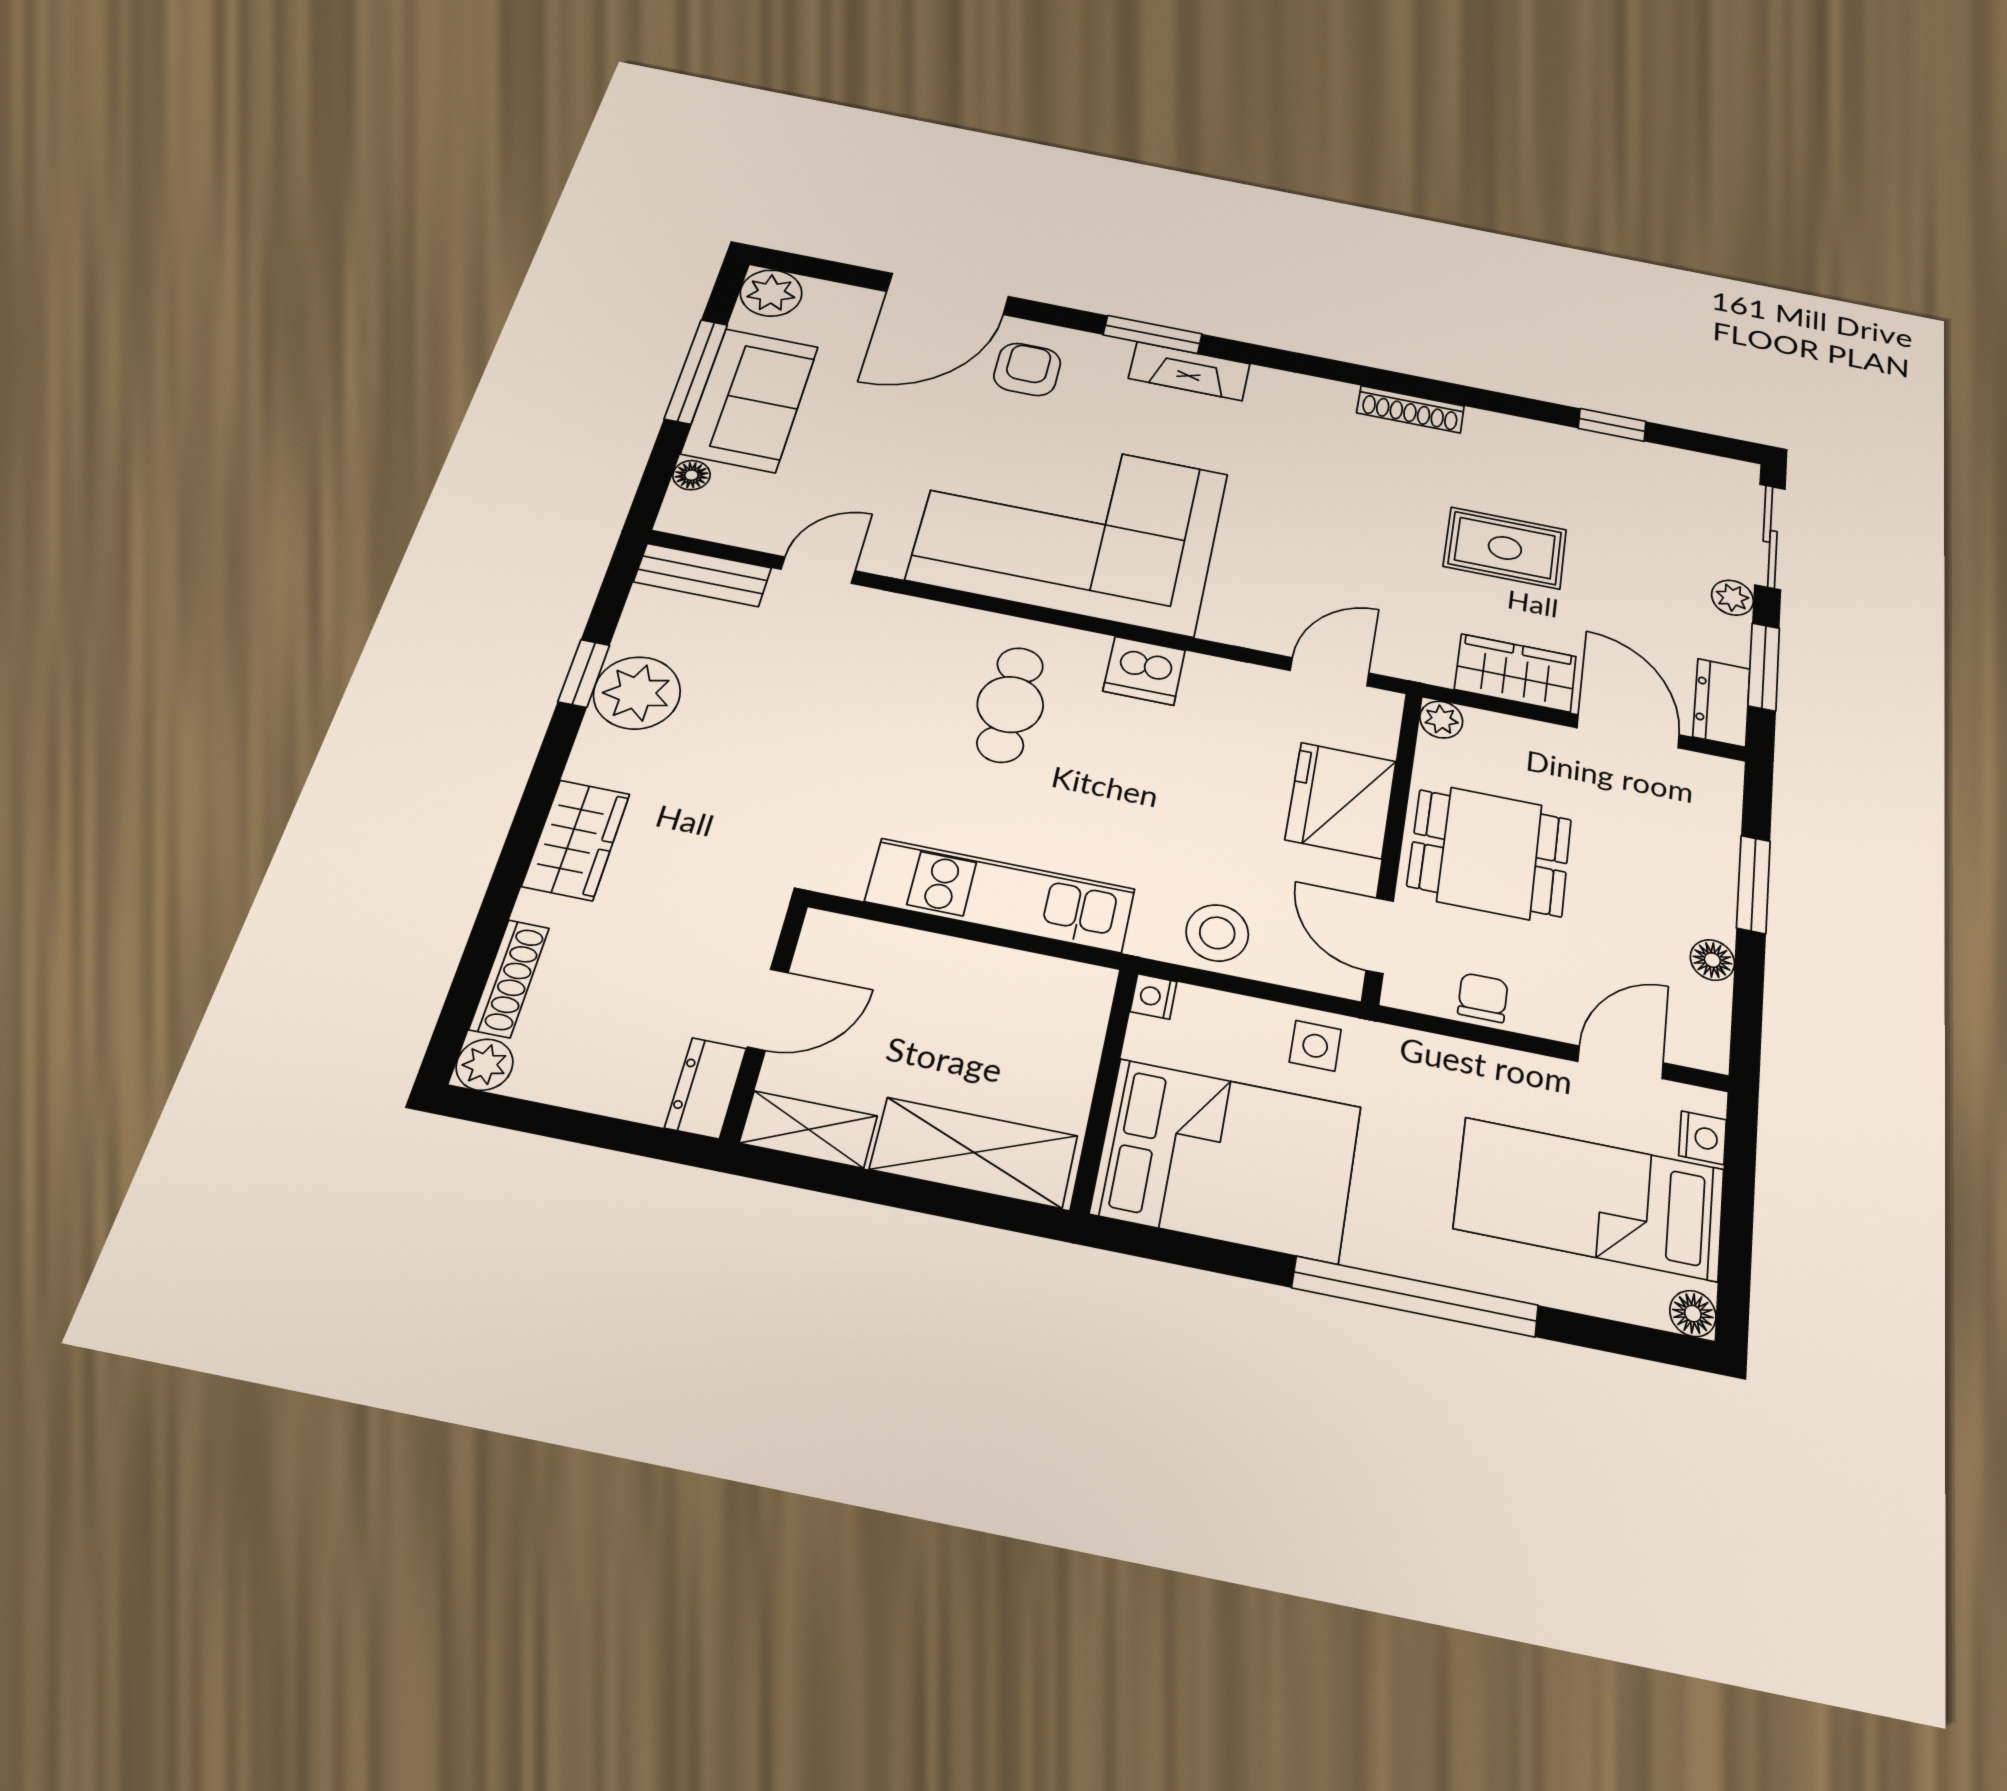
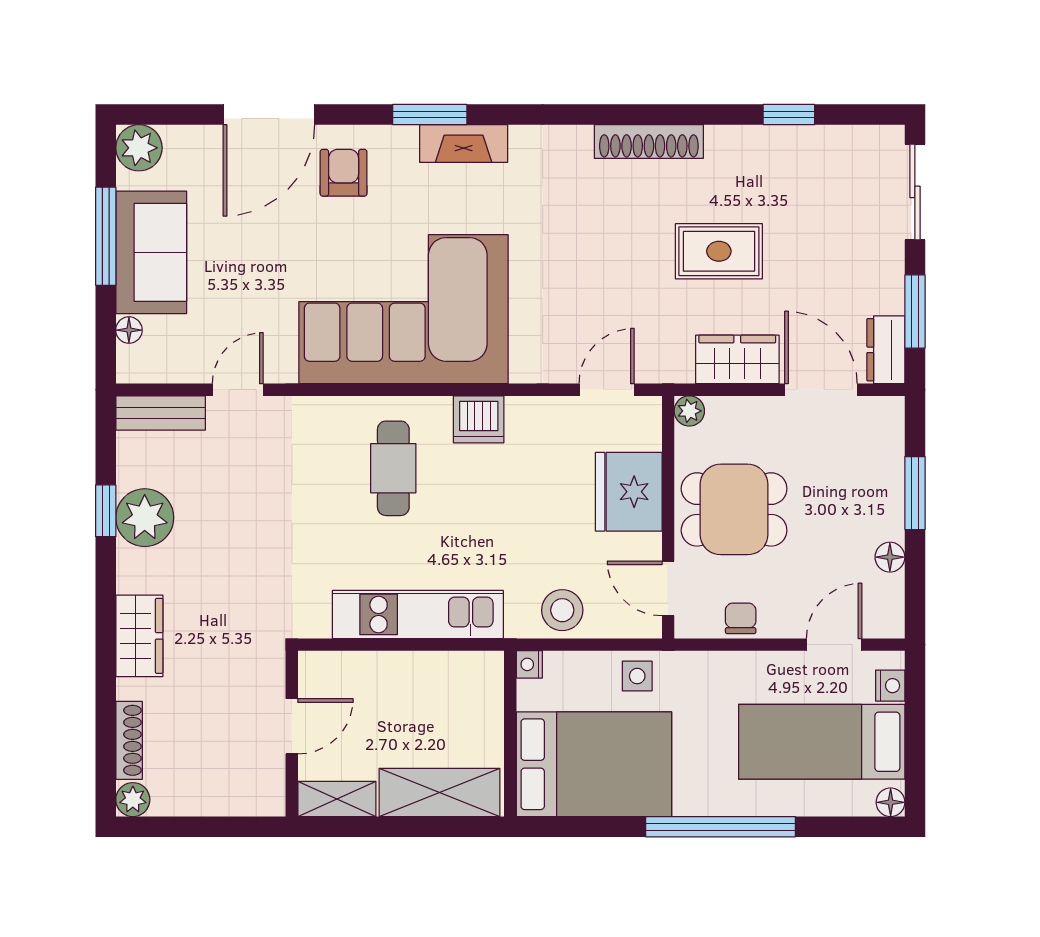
shoe rack: (1410, 409) -> (649, 142), width x1.36, depth x1.24
plant: (1732, 598) -> (889, 256), removed
dresser: (706, 1088) -> (268, 786), removed

